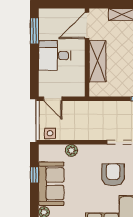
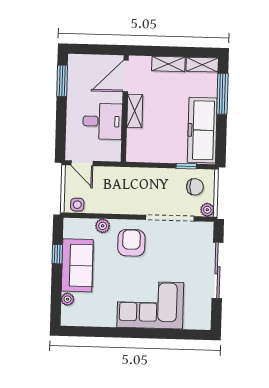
desk: (55, 56) -> (103, 121), moved, turned 180
shelving: (98, 61) -> (135, 111), width x0.67, depth x0.75
armchair: (113, 175) -> (131, 243), moved

